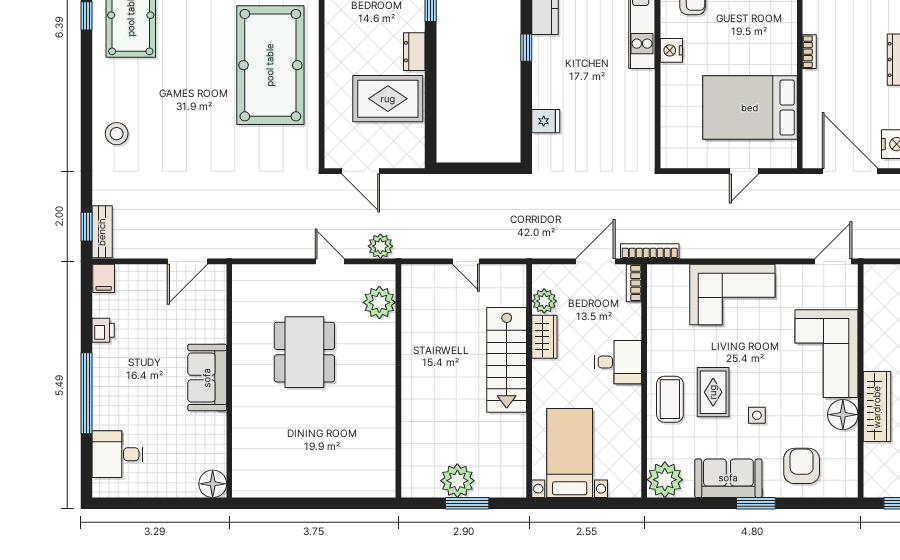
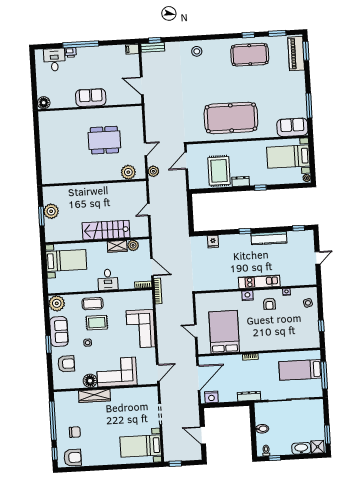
door: (833, 261) -> (158, 373), hinge flipped
printer: (103, 330) -> (71, 52), moved

